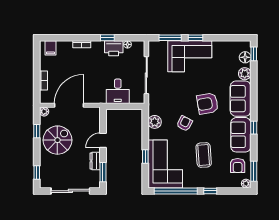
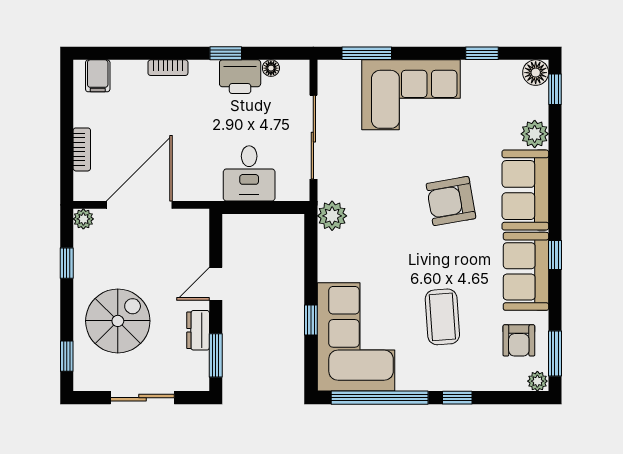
window: (196, 38) -> (482, 53), moved
floor lamp: (245, 57) -> (536, 73), moved
plant: (155, 122) -> (332, 216), moved
armchair: (185, 123) -> (399, 246), removed
spiral stairs: (57, 140) -> (118, 321), moved
sliding door: (70, 191) -> (142, 398), width x0.73

